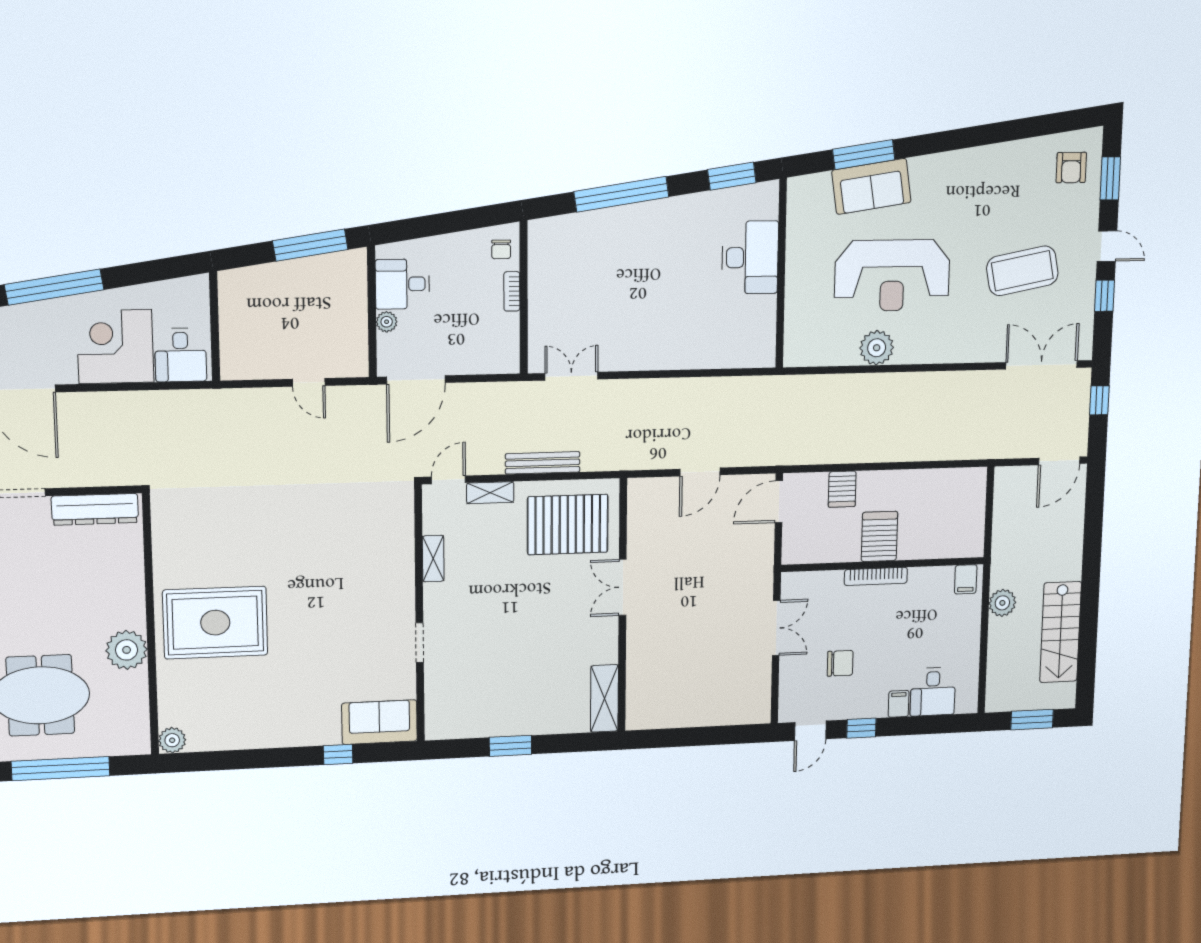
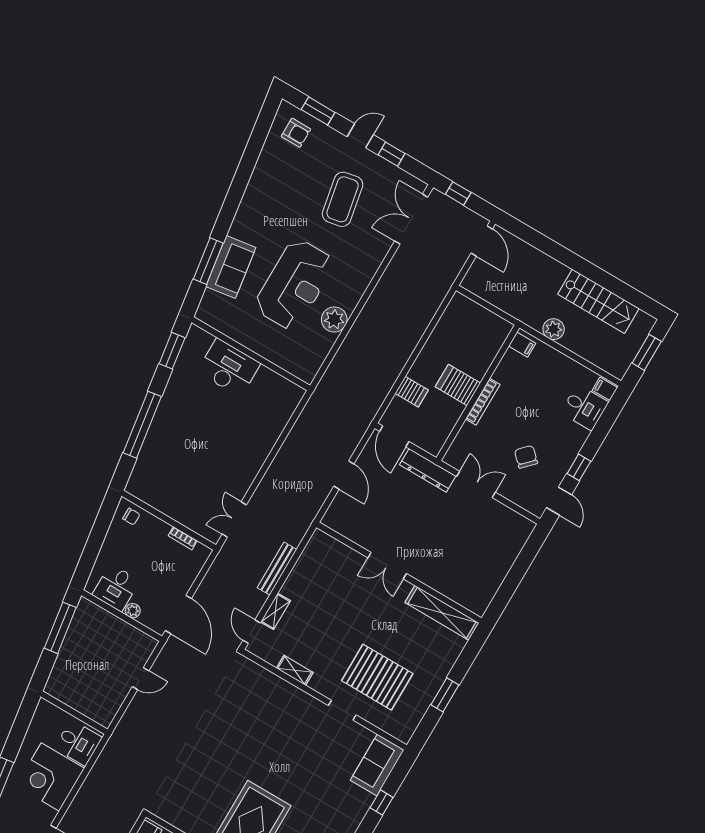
bookcase: (512, 291) -> (183, 538), moved
pallet: (568, 525) -> (377, 677), moved, turned 90
dresser: (761, 564) -> (428, 470), added
chair: (840, 663) -> (526, 457), turned -46
shelving: (604, 698) -> (442, 613), width x1.47
filing cabinet: (899, 704) -> (605, 389), moved

